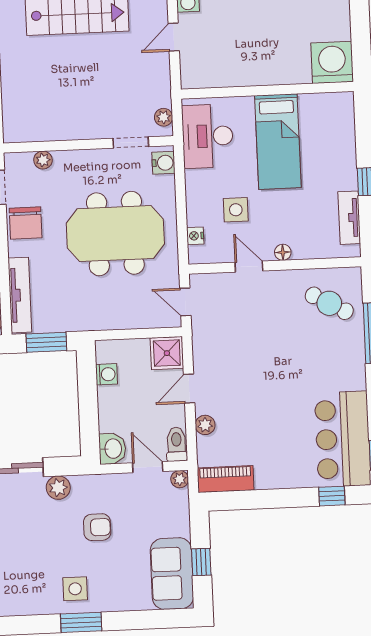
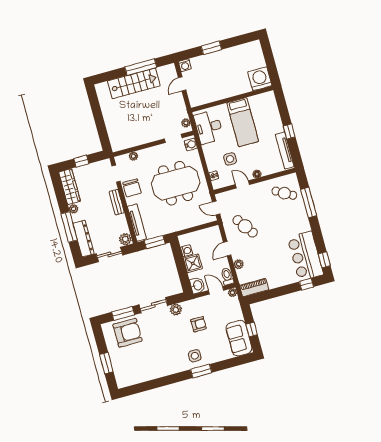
tv unit: (349, 218) -> (285, 150), width x1.41
cafe table: (235, 352) -> (245, 226), added
shower: (167, 353) -> (193, 263), moved

